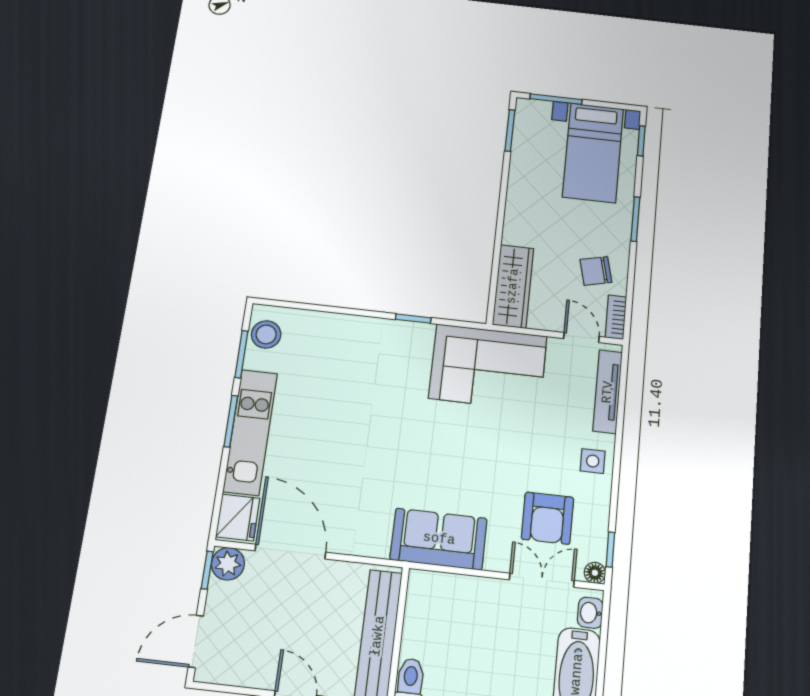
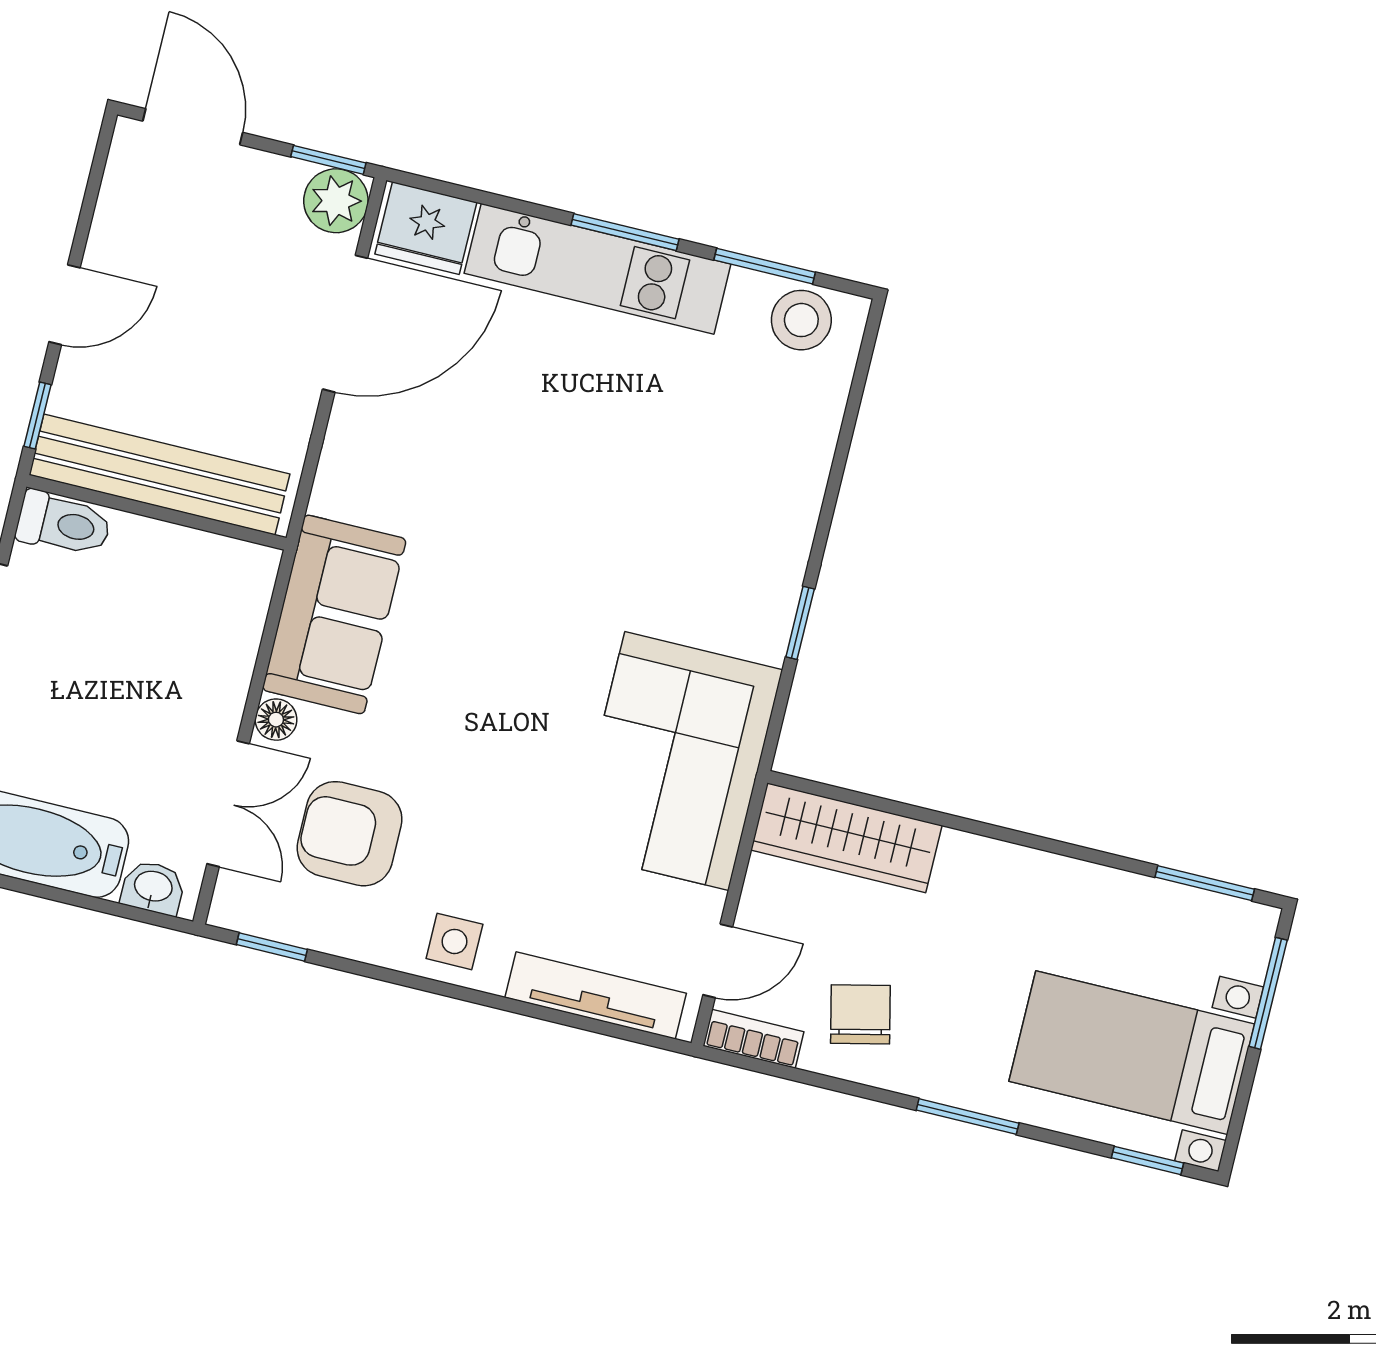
floor lamp: (595, 573) -> (276, 720), moved

